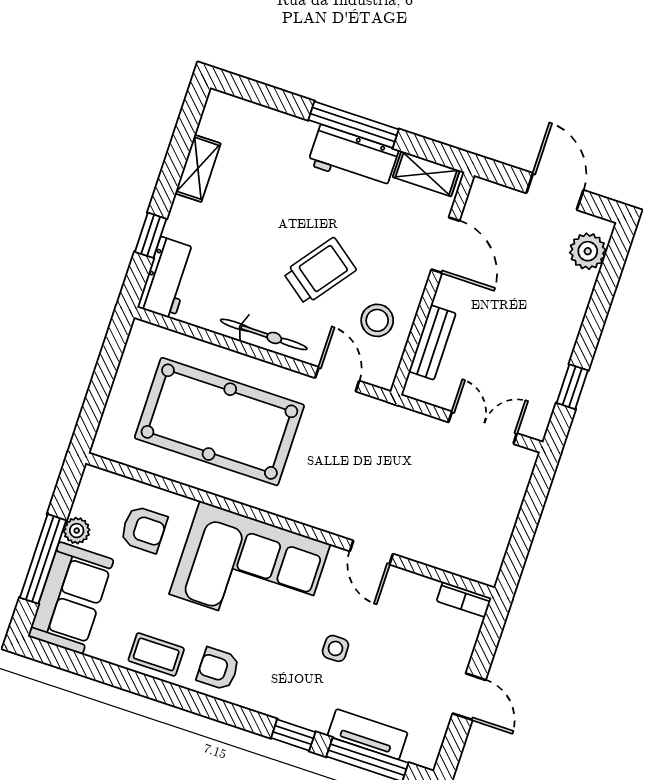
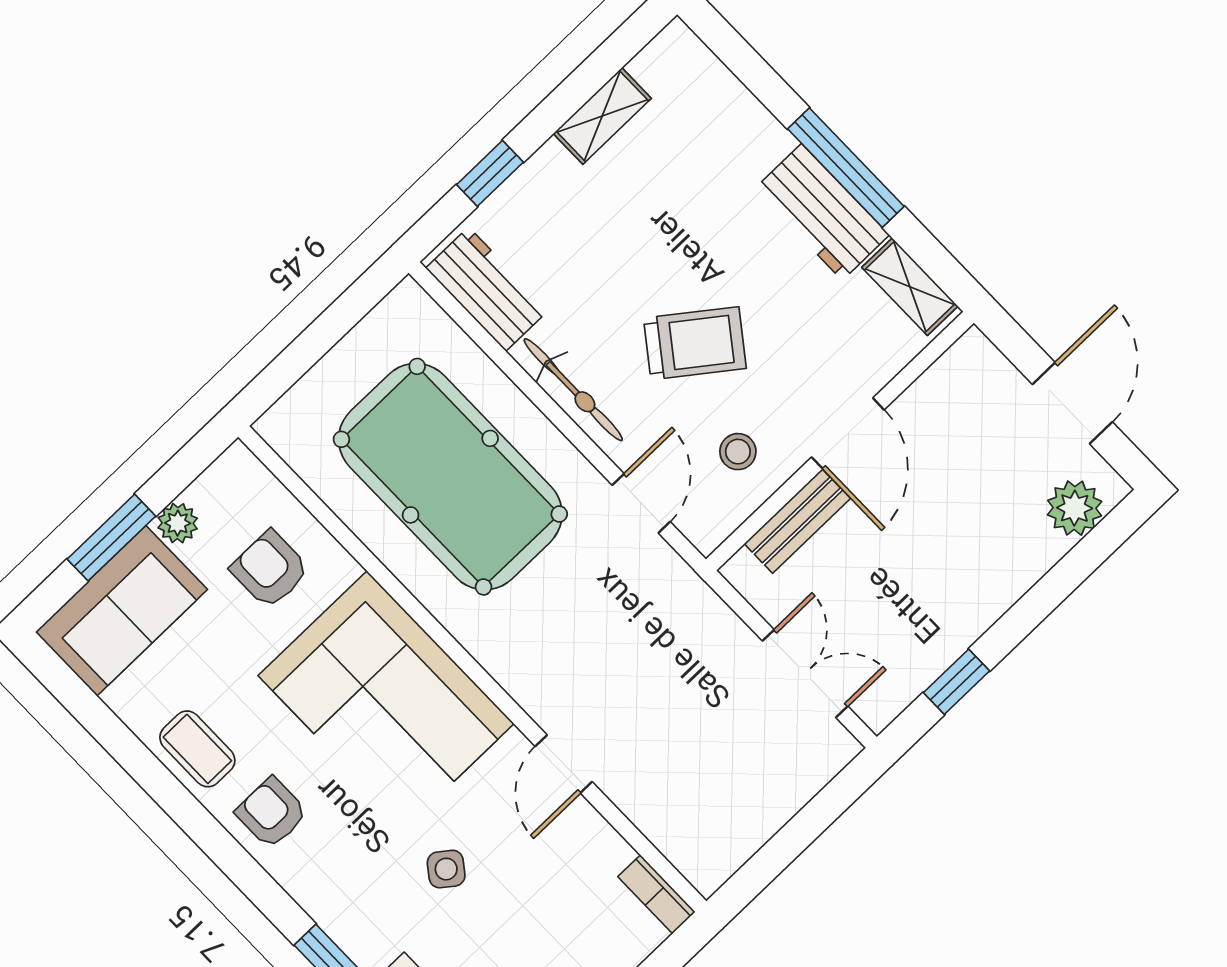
door: (445, 245) -> (848, 433), moved
workbench: (167, 278) -> (487, 289), moved, turned -90
stool: (377, 320) -> (738, 452), width x0.73, depth x0.73
armchair: (144, 529) -> (270, 569), turned 180
window: (43, 559) -> (111, 538), width x0.69
side table: (335, 648) -> (446, 869), turned 37

